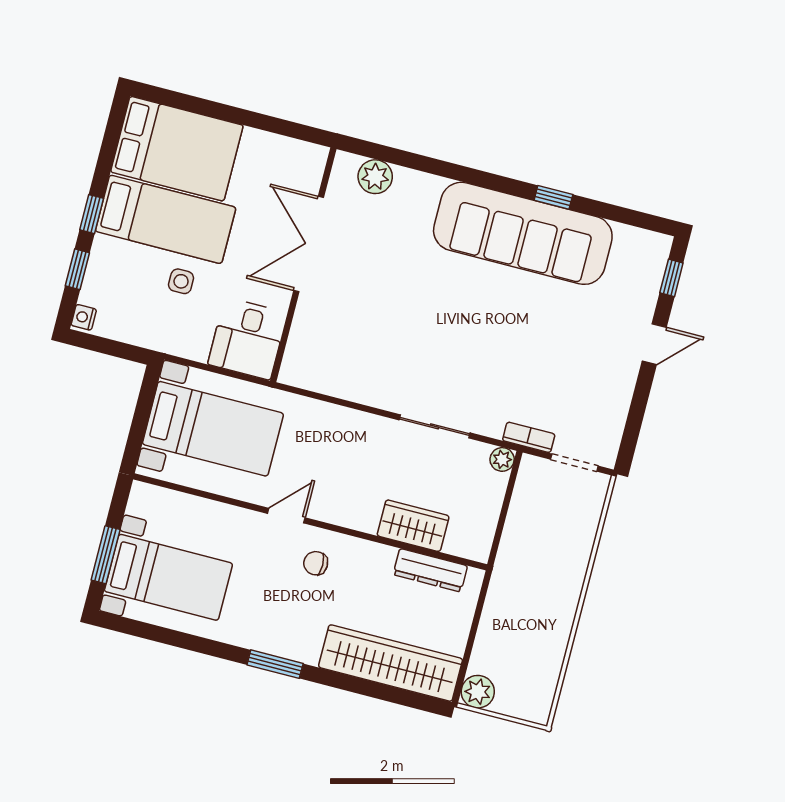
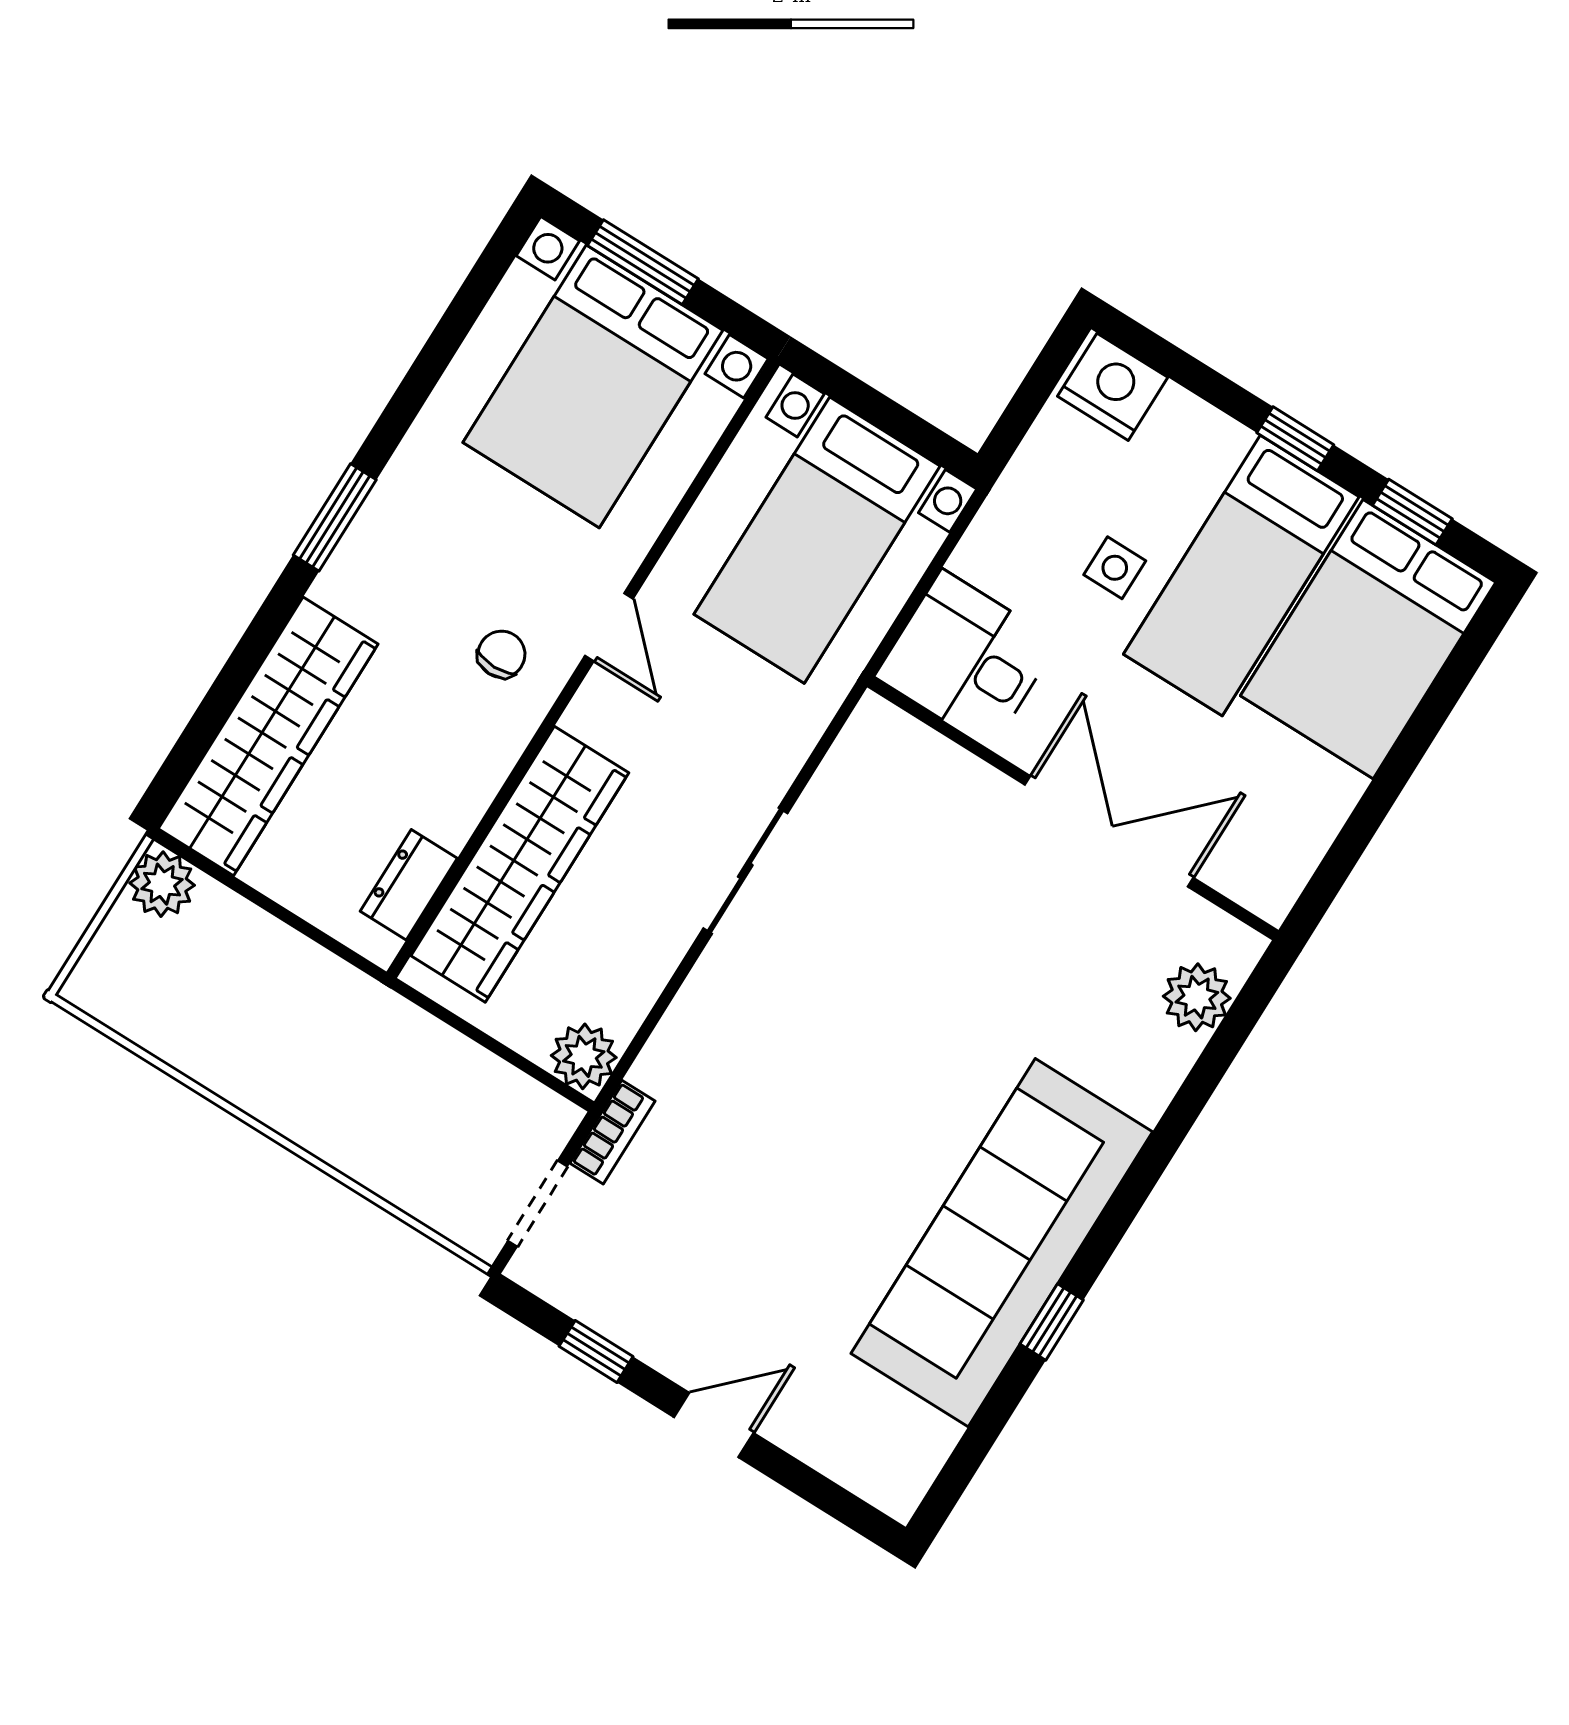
window: (77, 269) -> (1412, 512), moved
window: (671, 278) -> (596, 1351), moved
nightstand: (84, 317) -> (1113, 387), width x1.89, depth x1.79
door: (654, 344) -> (714, 1425), swing flipped
sliding door: (434, 426) -> (745, 871), moved
plant: (502, 459) -> (584, 1056), width x1.38, depth x1.38
wardrobe: (413, 526) -> (520, 864), width x2.10, depth x1.17
dresser: (430, 570) -> (409, 885), width x0.70
bed with nightstands: (168, 577) -> (593, 386), width x1.36

